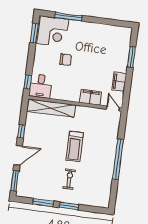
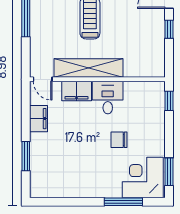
desk: (41, 86) -> (108, 98), moved
shelving: (51, 108) -> (88, 68), moved

